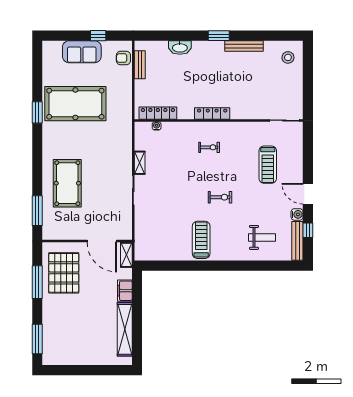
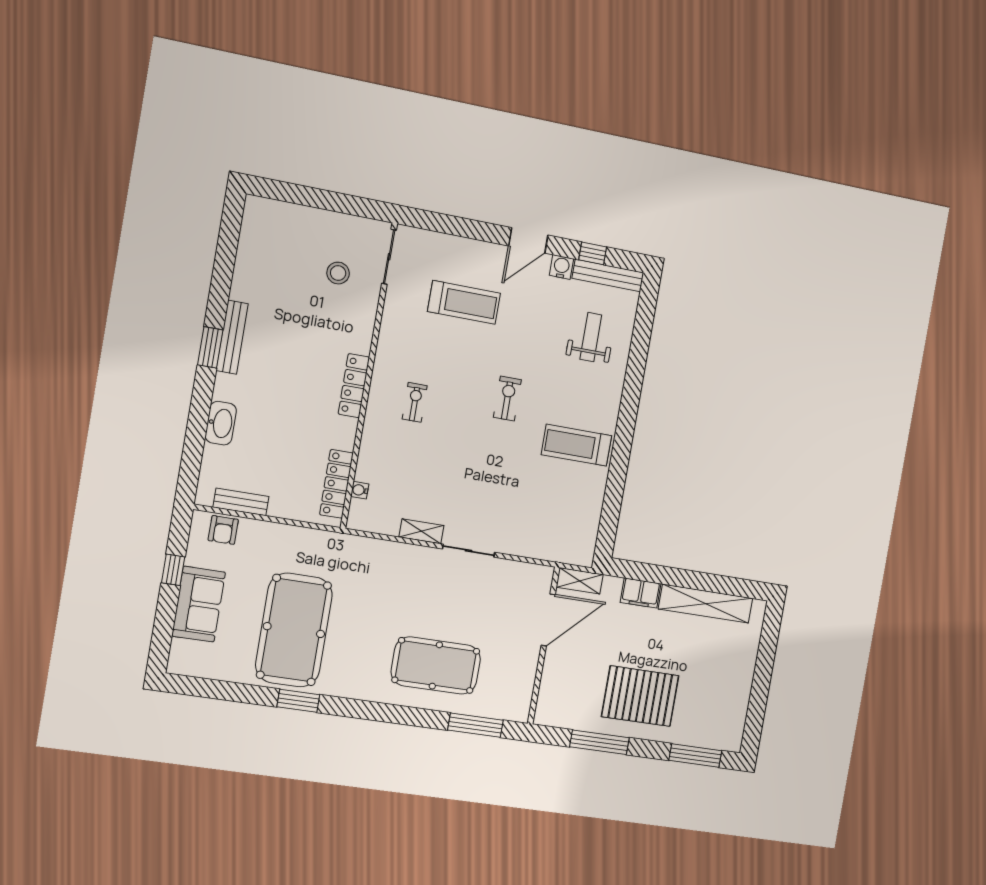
bench: (244, 46) -> (232, 337), moved
stool: (288, 57) -> (338, 273), moved
pallet: (64, 273) -> (640, 696), moved

